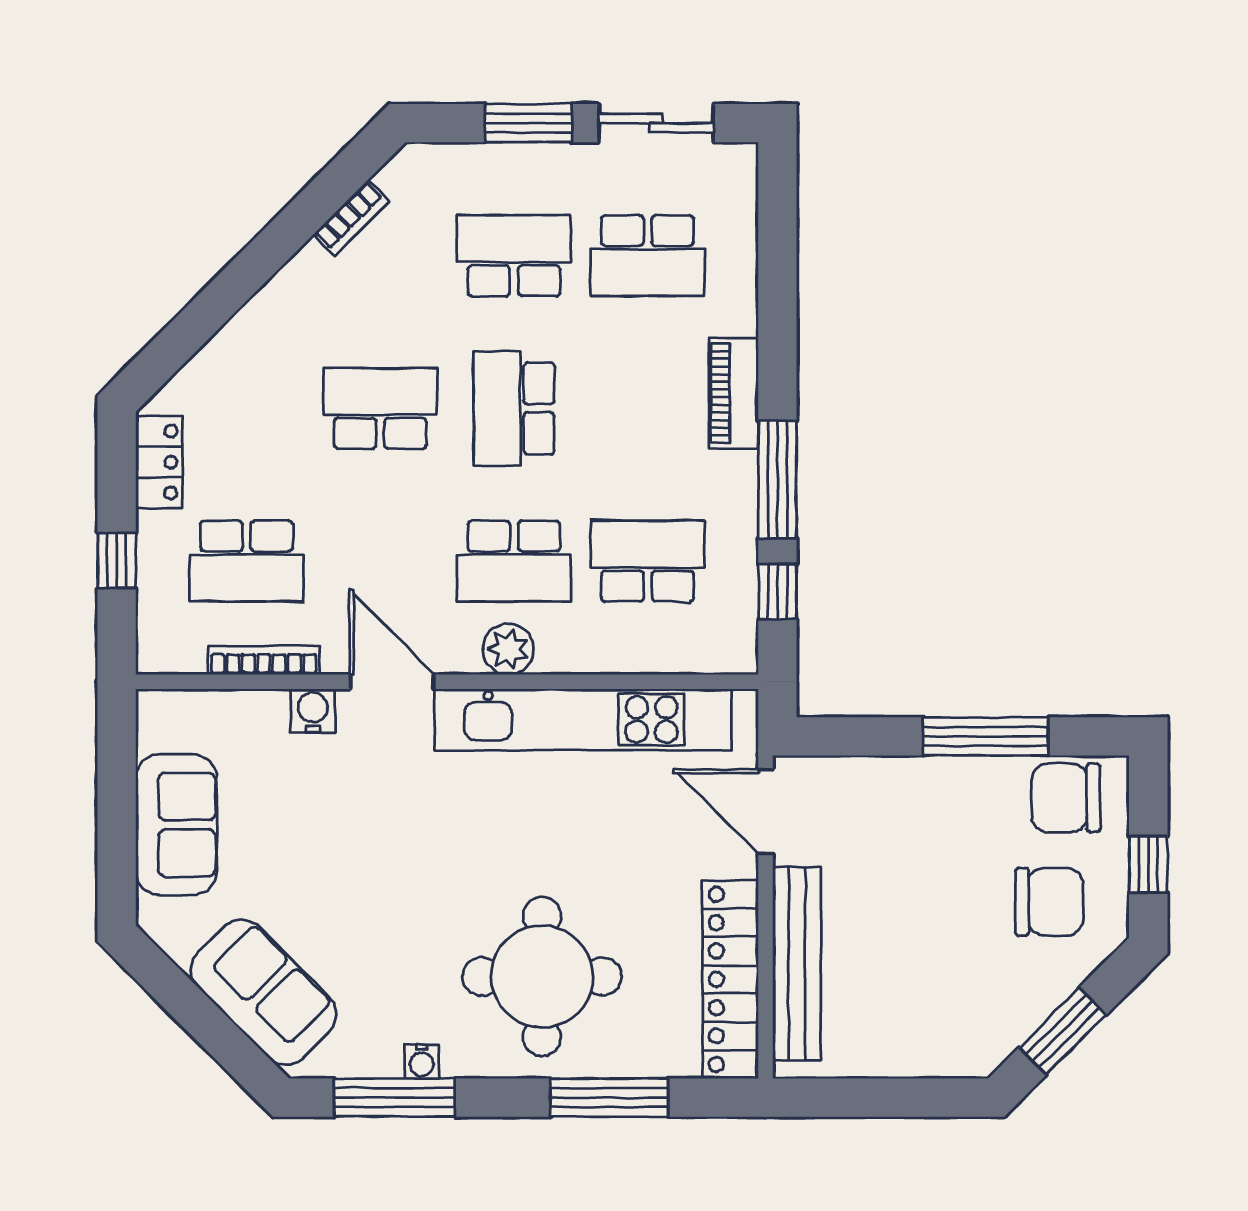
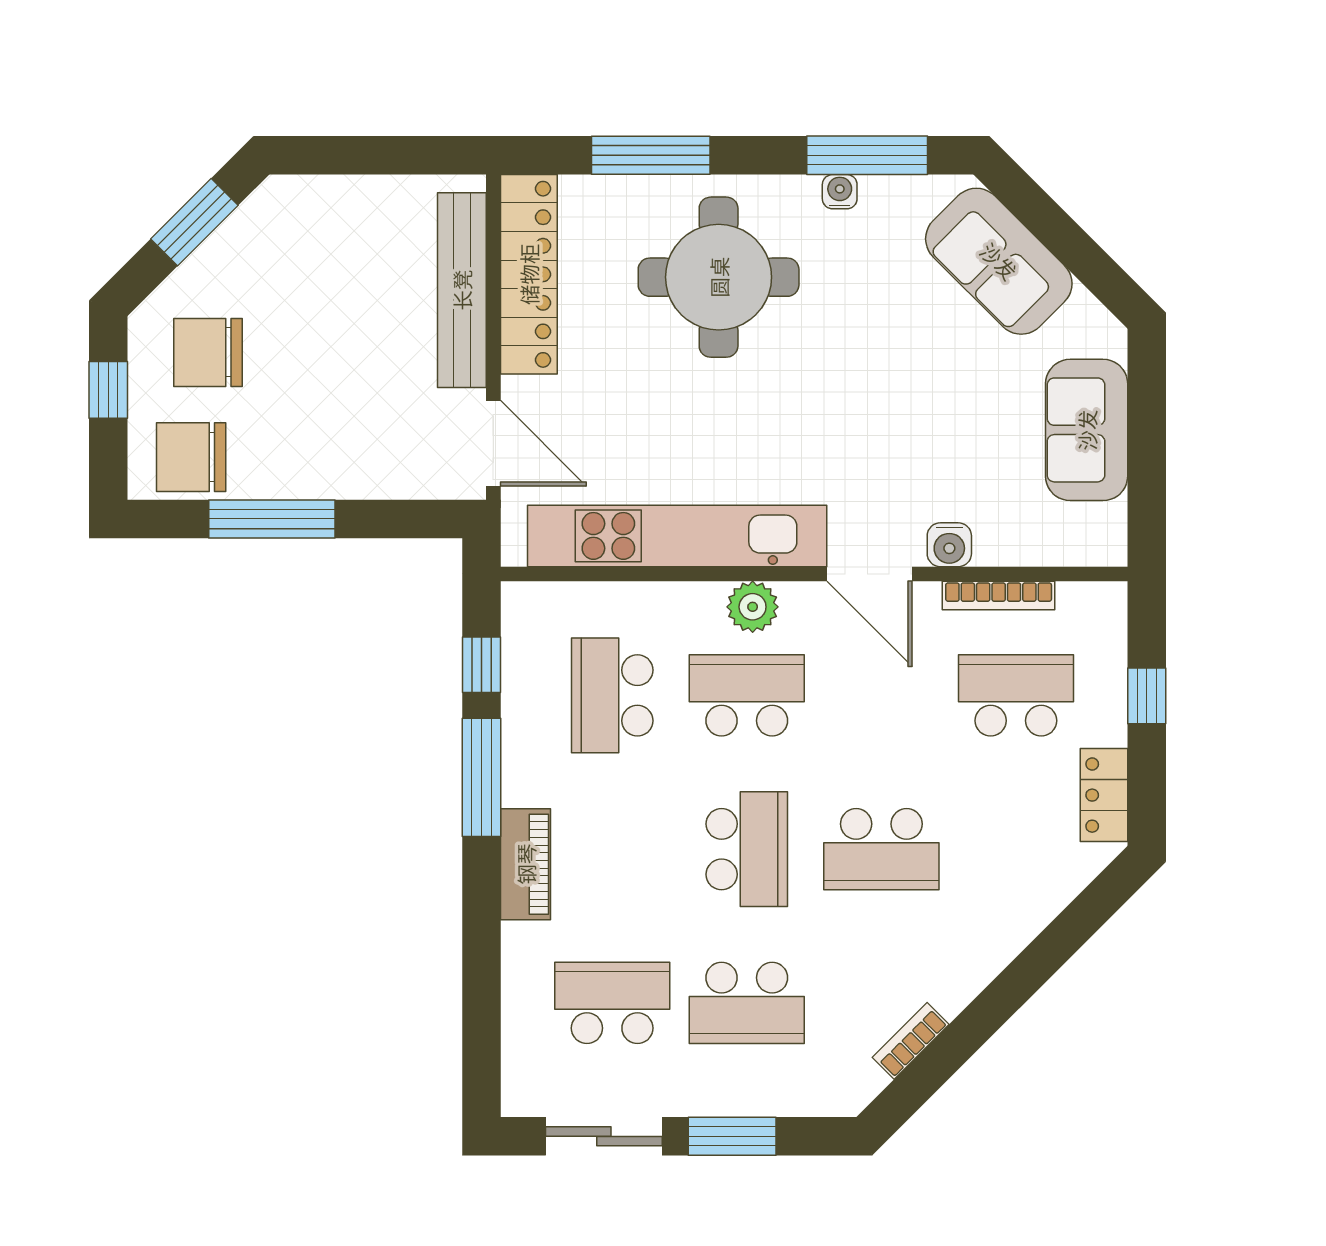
school desk: (648, 561) -> (612, 695), turned 90
chair: (1066, 798) -> (191, 457), turned 180

